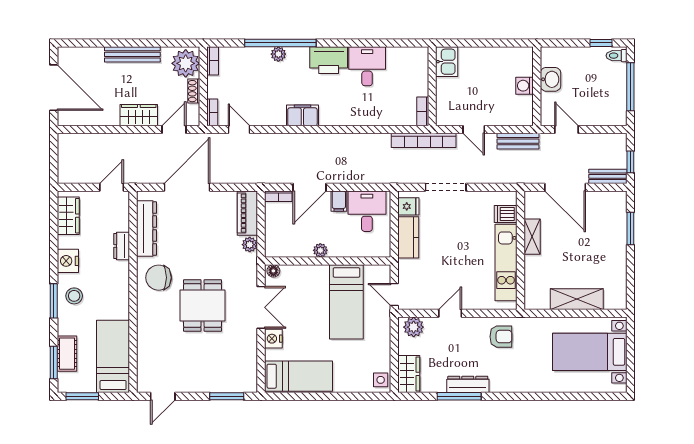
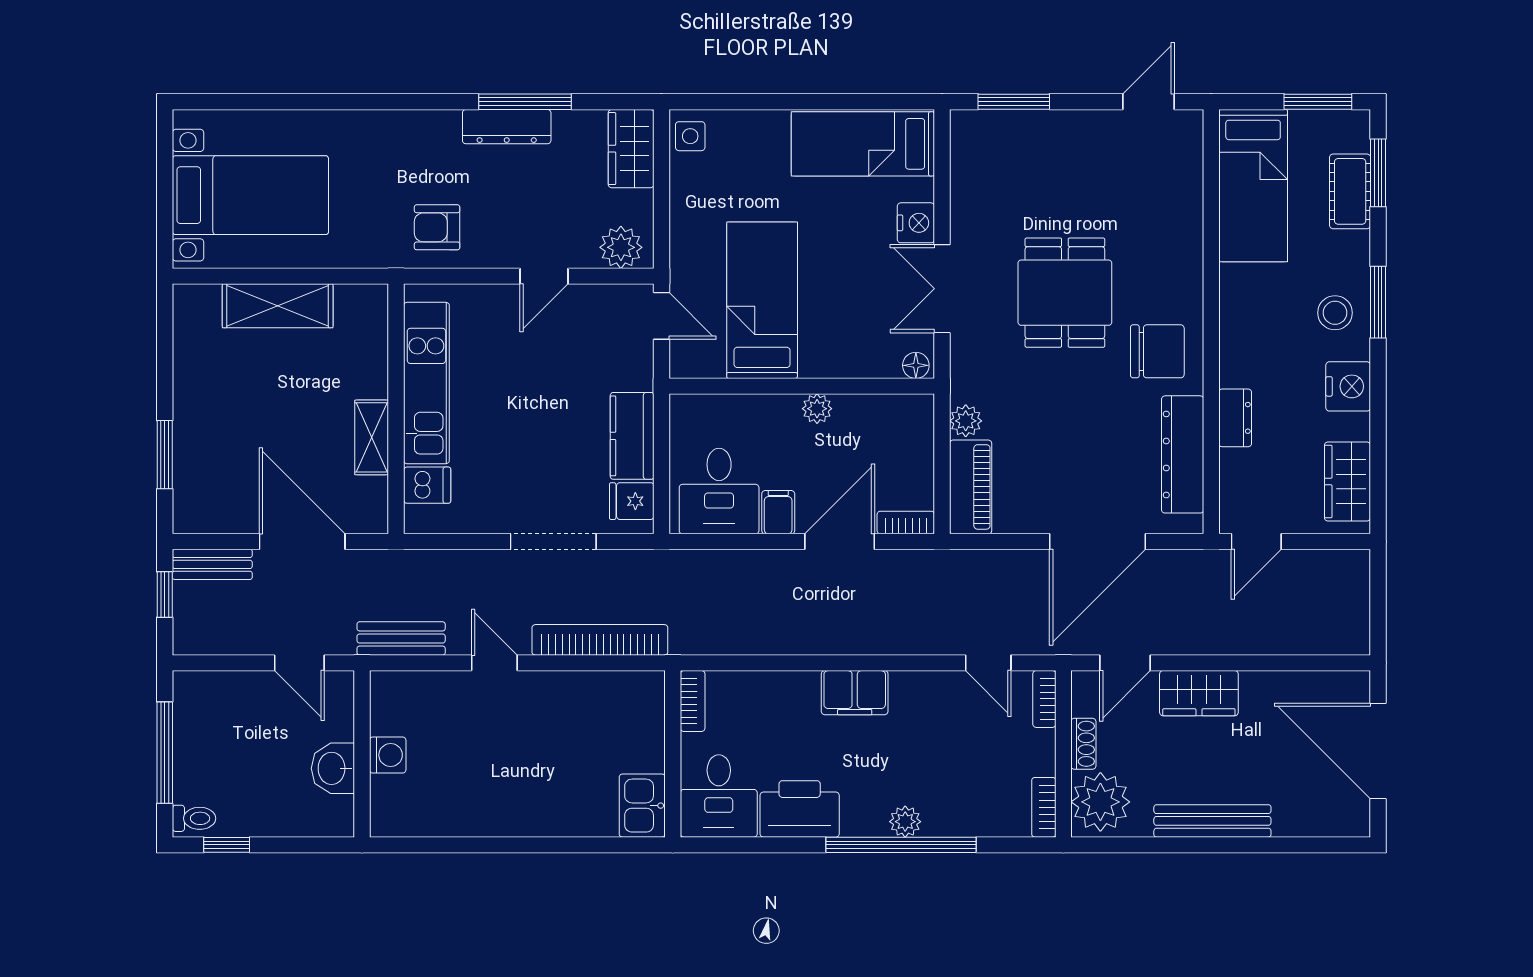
kitchen sink: (447, 62) -> (642, 806), moved
wall: (432, 86) -> (673, 754), moved
bookcase: (423, 111) -> (693, 701), moved

